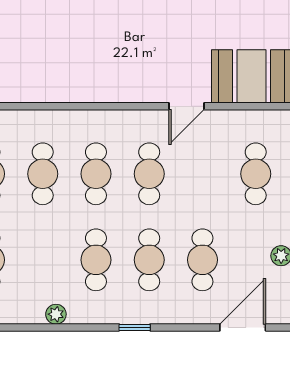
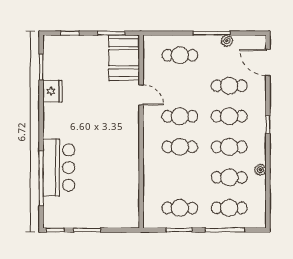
cafe table: (43, 174) -> (229, 177), moved

